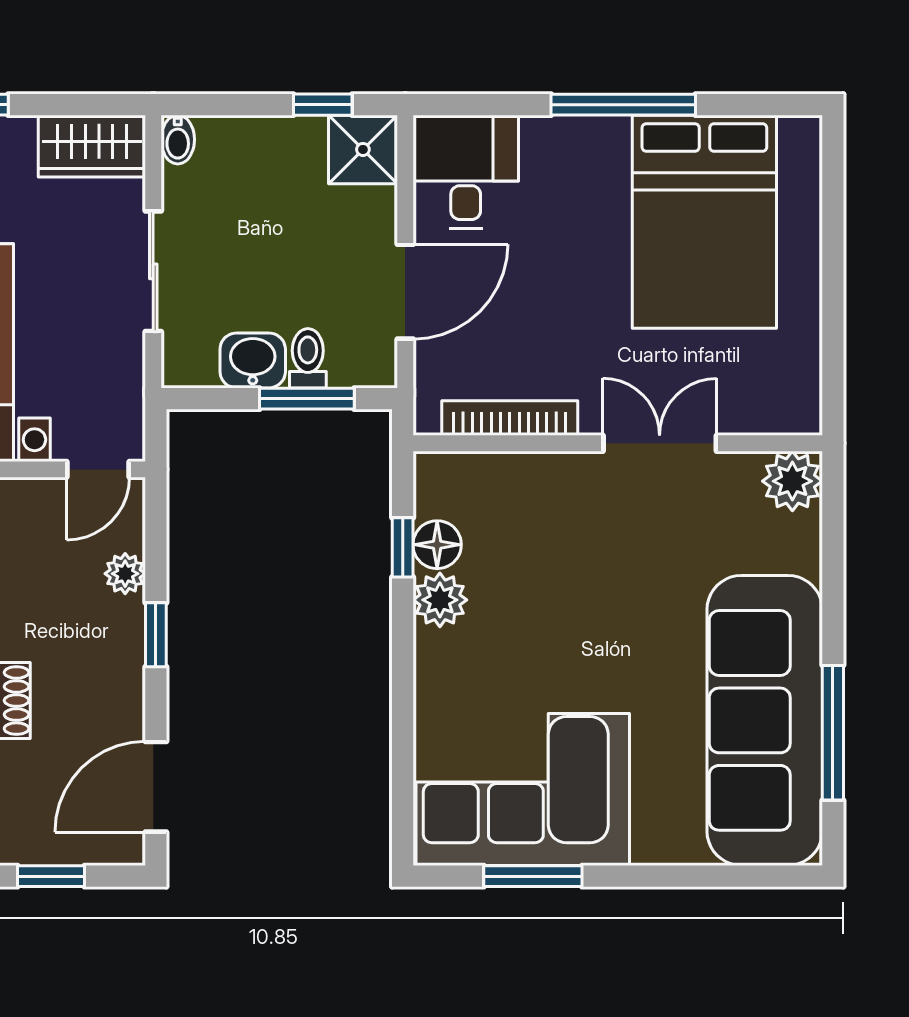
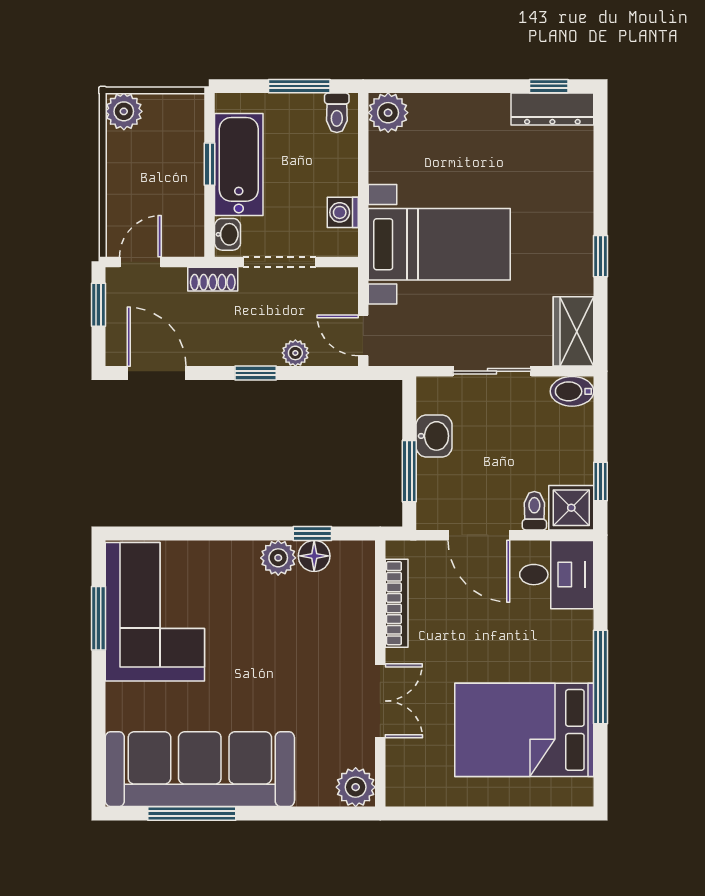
bidet: (178, 140) -> (572, 391), width x1.38, depth x1.36
toilet: (308, 358) -> (534, 511), moved, turned -90

